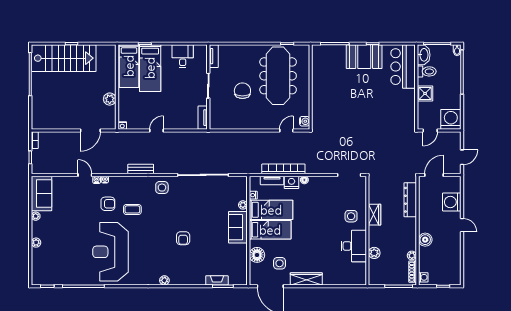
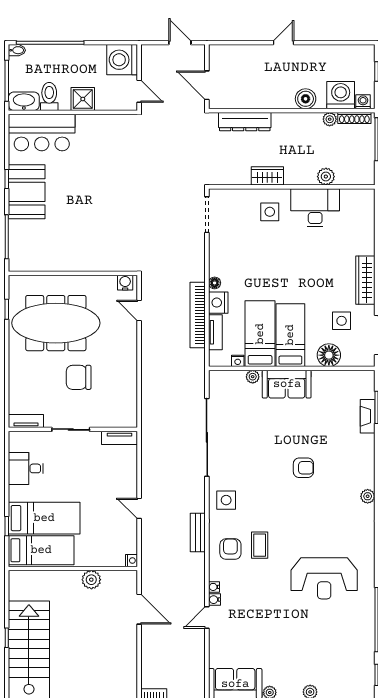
washing machine: (452, 202) -> (341, 95), moved, turned 180
armchair: (108, 204) -> (230, 549), moved
reception desk: (111, 252) -> (324, 578), width x0.74, depth x0.77

